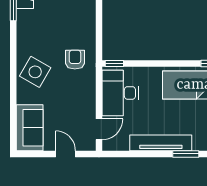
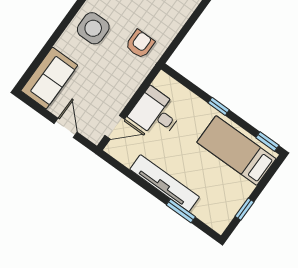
window: (114, 63) -> (219, 106), moved
side table: (35, 72) -> (93, 28), turned -30
desk: (120, 93) -> (156, 113), width x0.73

